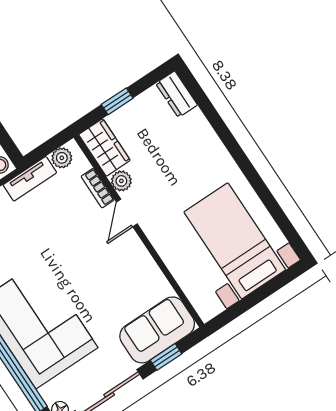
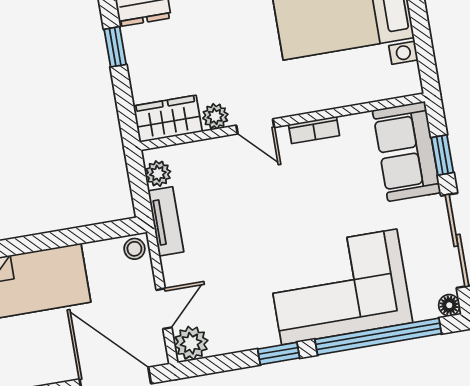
window: (117, 101) -> (115, 47), moved
bookcase: (98, 188) -> (314, 130), moved

